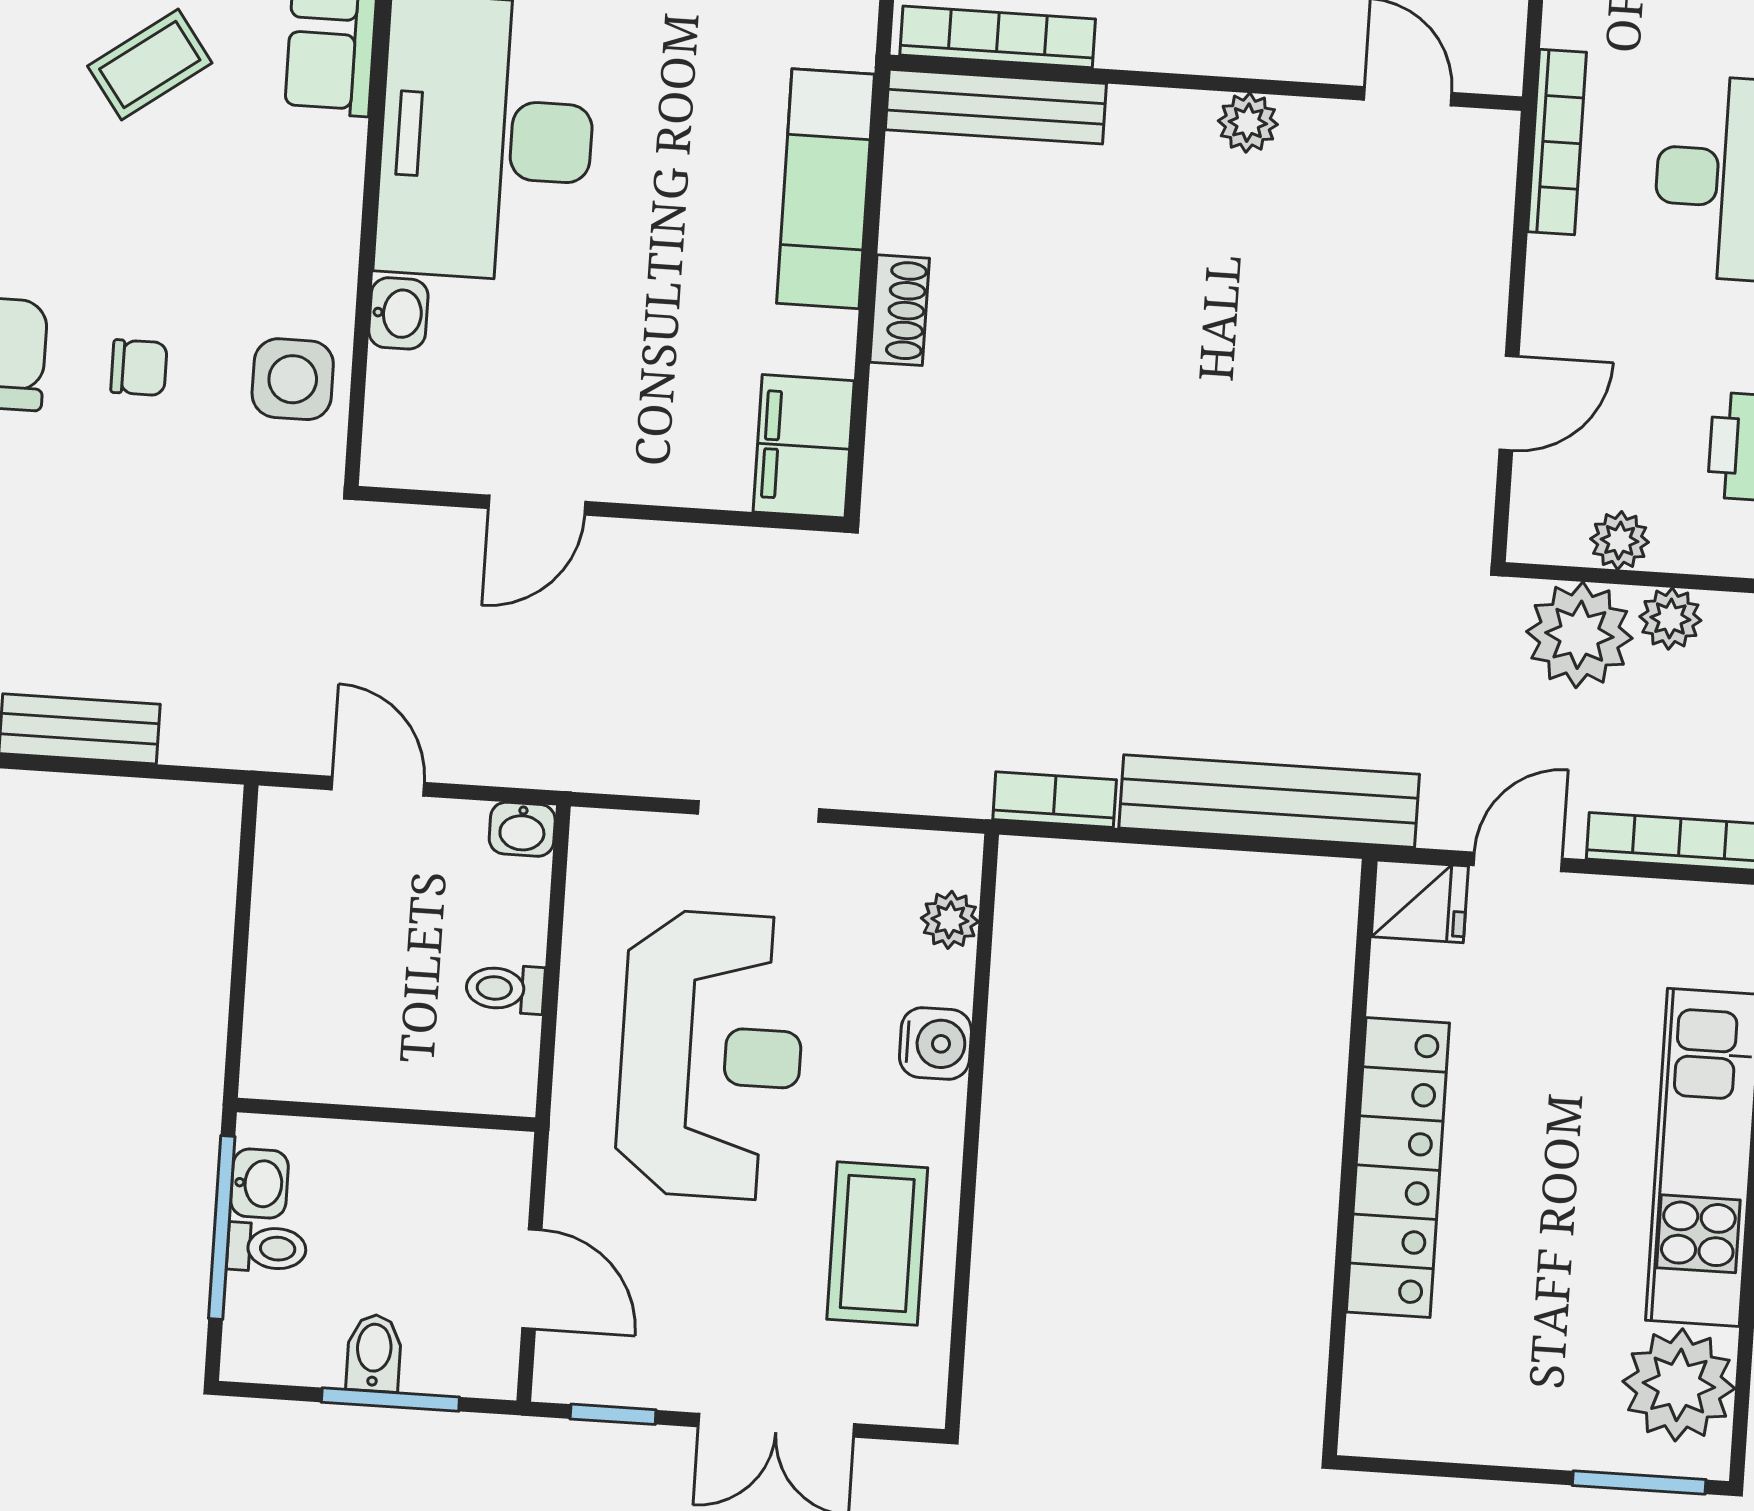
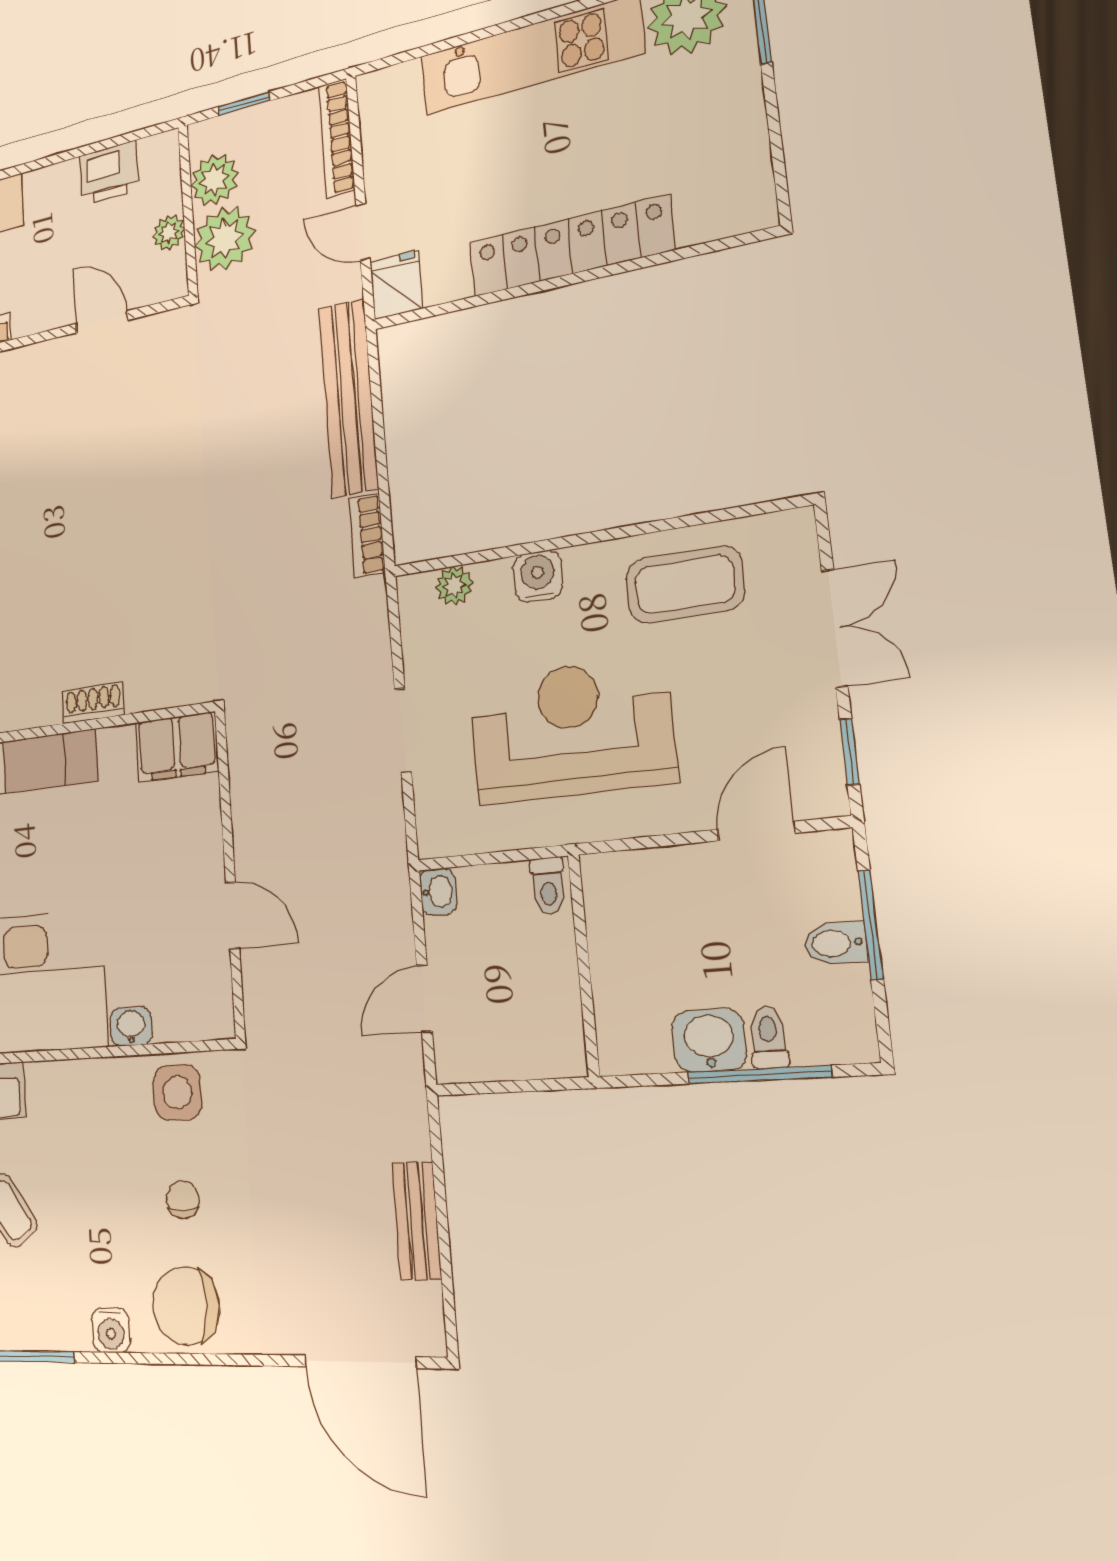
plant: (1670, 619) -> (214, 180), width x1.38, depth x1.38
wall: (386, 1115) -> (584, 965), moved
washbasin: (260, 1184) -> (709, 1040), width x1.38, depth x1.45

